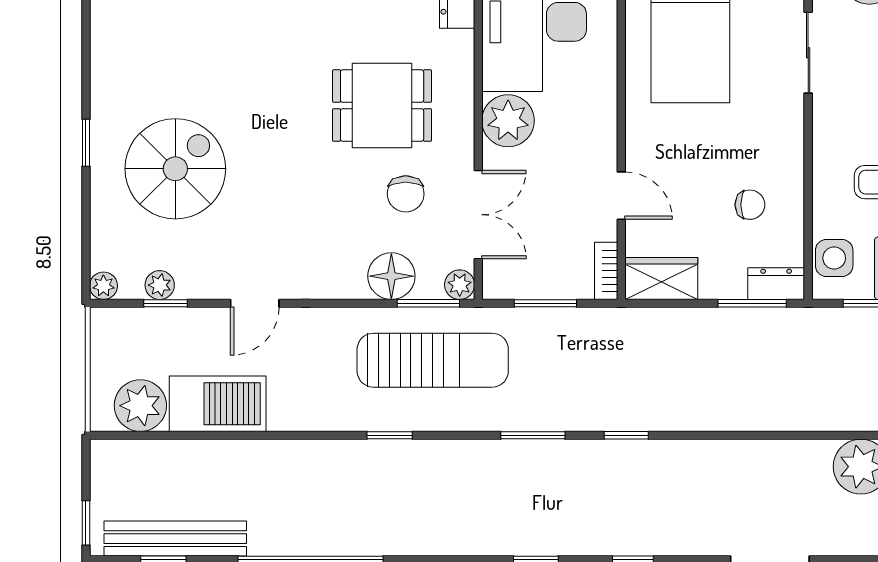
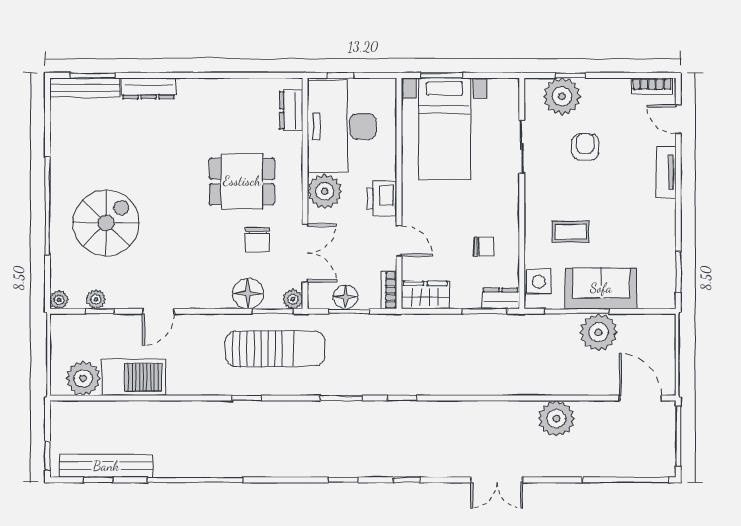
printer: (595, 132) -> (382, 199), added
window: (86, 143) -> (47, 206), width x3.17
floor lamp: (540, 281) -> (346, 297), added

